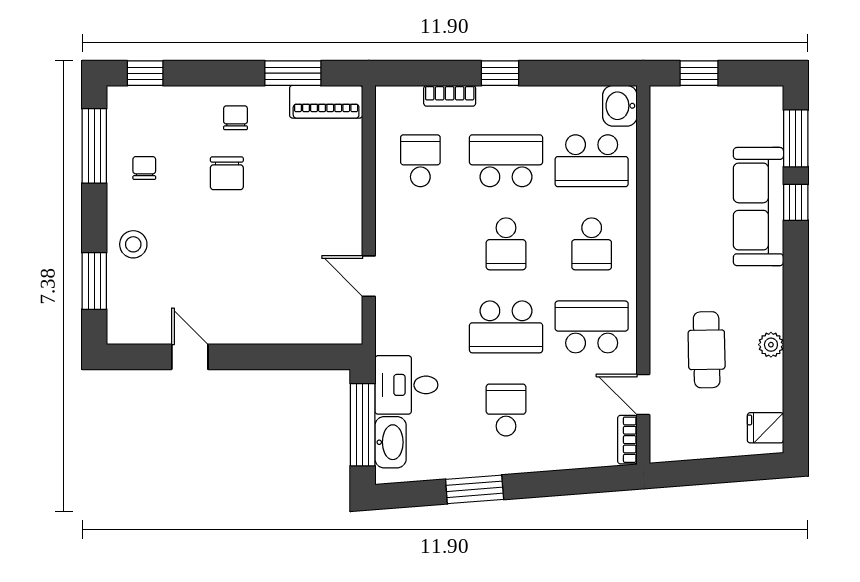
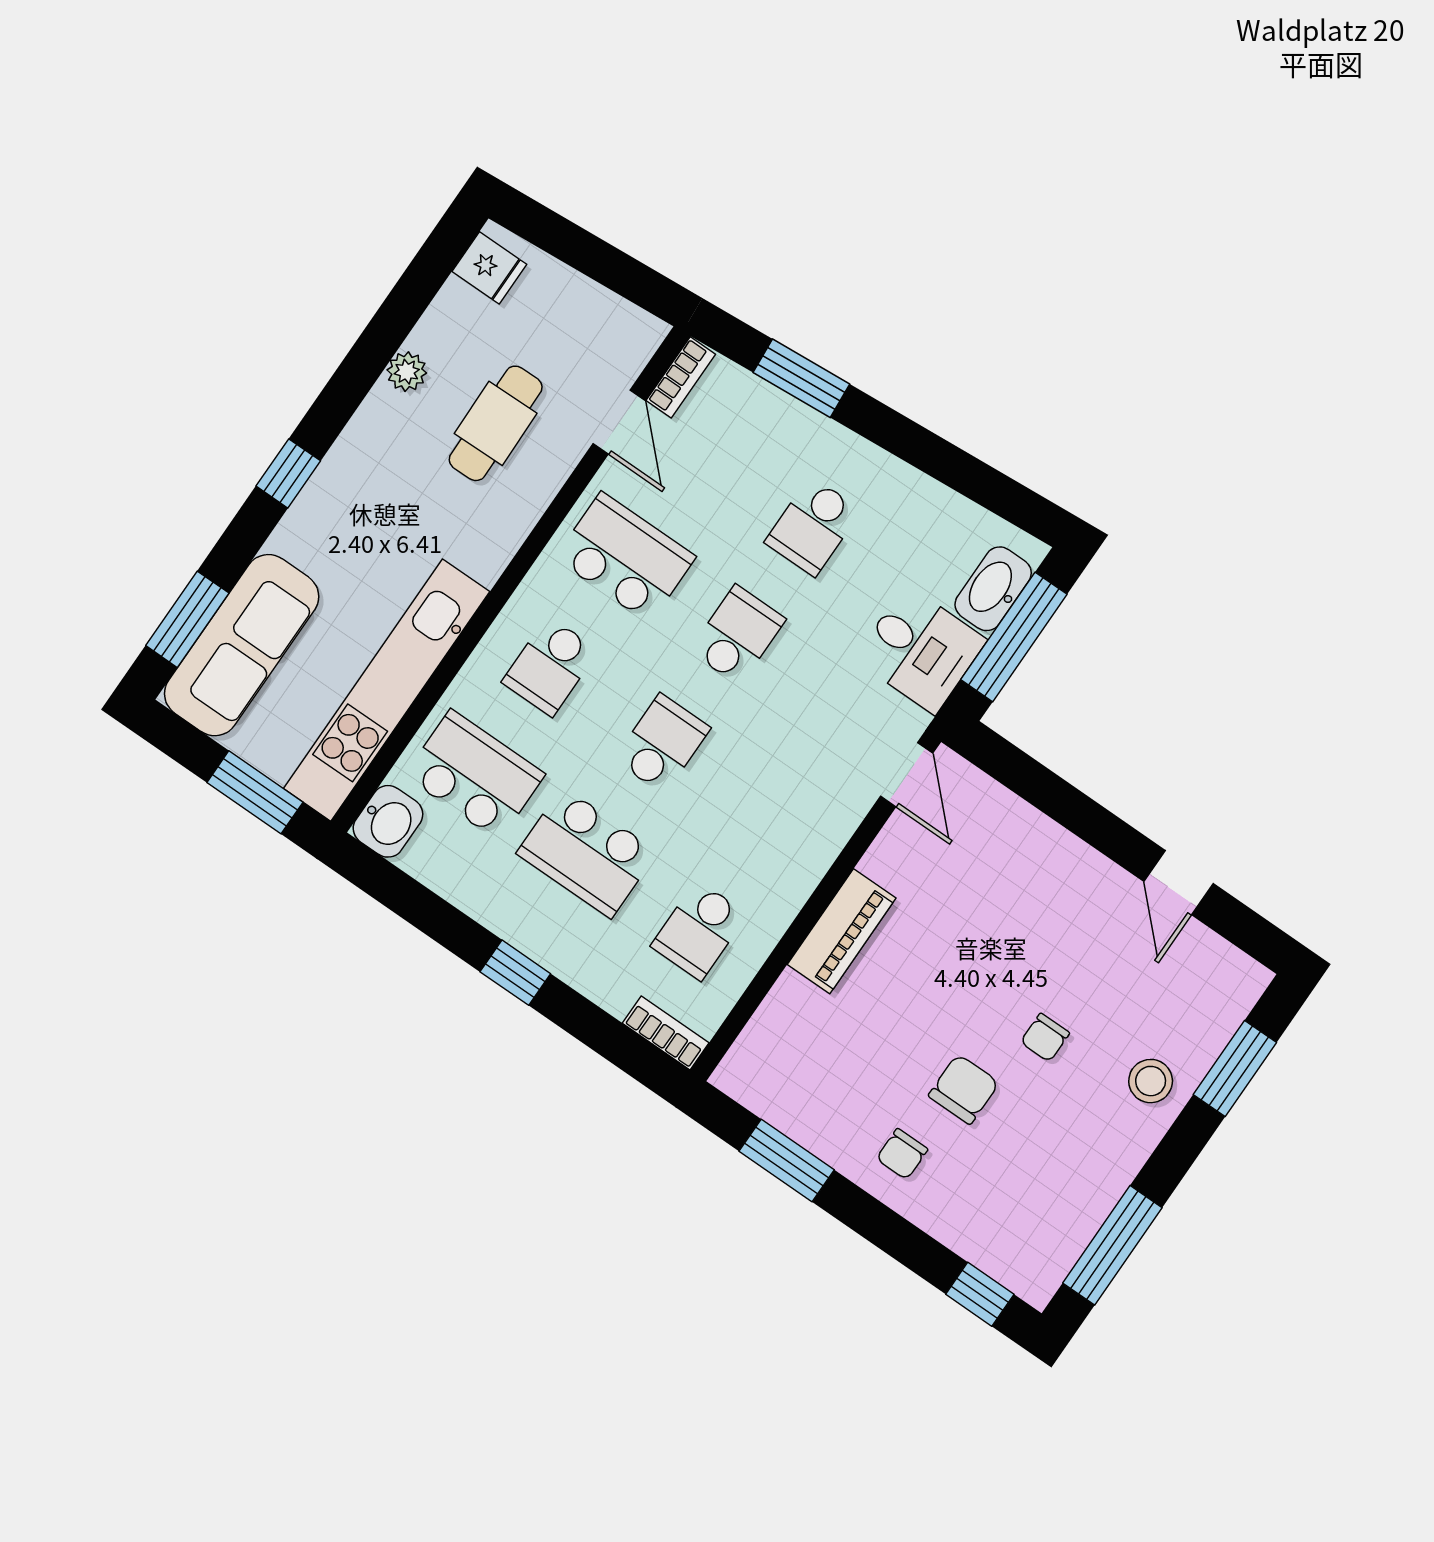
window: (699, 73) -> (255, 792), width x1.50
bookcase: (450, 96) -> (666, 1033), moved
piano: (326, 102) -> (842, 931), moved, turned 90
chair: (144, 168) -> (1045, 1037), moved
kitchen unit: (667, 173) -> (387, 690), added
window: (796, 202) -> (288, 473), moved
sofa: (758, 207) -> (242, 645), moved
school desk: (592, 244) -> (550, 666), turned 180
door: (369, 276) -> (907, 775), moved
school desk: (506, 327) -> (738, 635), width x0.54
school desk: (592, 327) -> (625, 557), turned 180
window: (475, 489) -> (801, 378), moved

